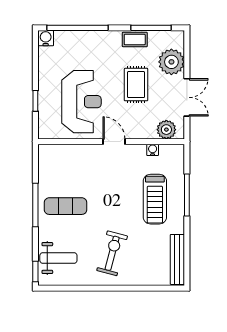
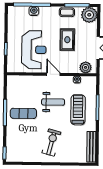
water cooler: (46, 38) -> (34, 11), moved
plant: (171, 62) -> (89, 15), moved
treadmill: (155, 199) -> (78, 110), turned 180
weight bench: (58, 258) -> (53, 102), moved

